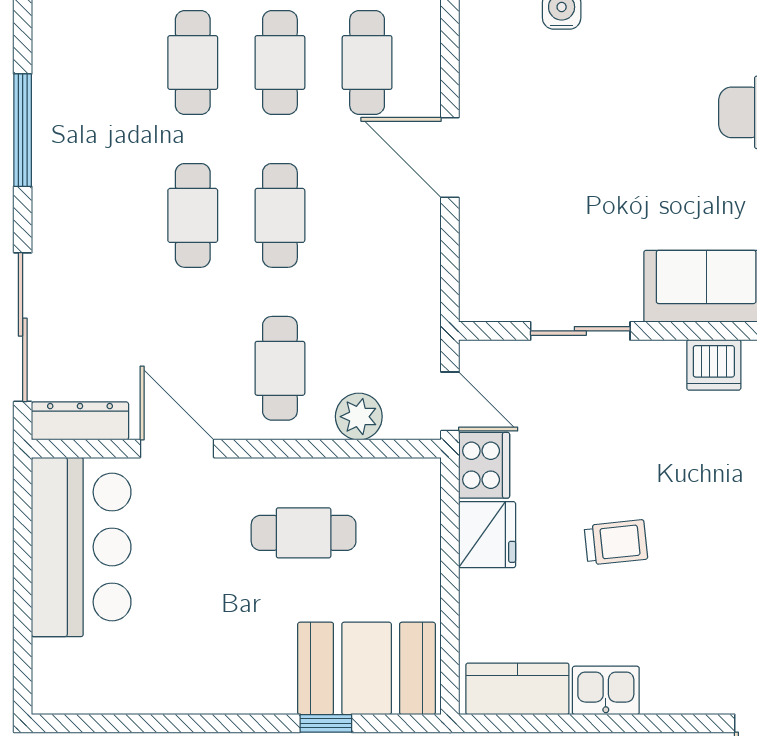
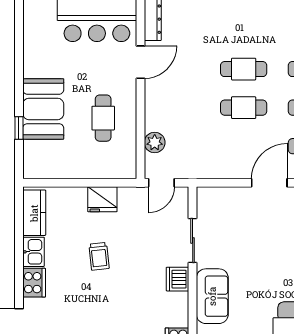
dishwasher: (714, 365) -> (177, 279), moved
cafe table: (280, 368) -> (176, 108), removed
cooker: (484, 465) -> (34, 283), moved, turned -90
booth: (367, 668) -> (43, 109), moved

